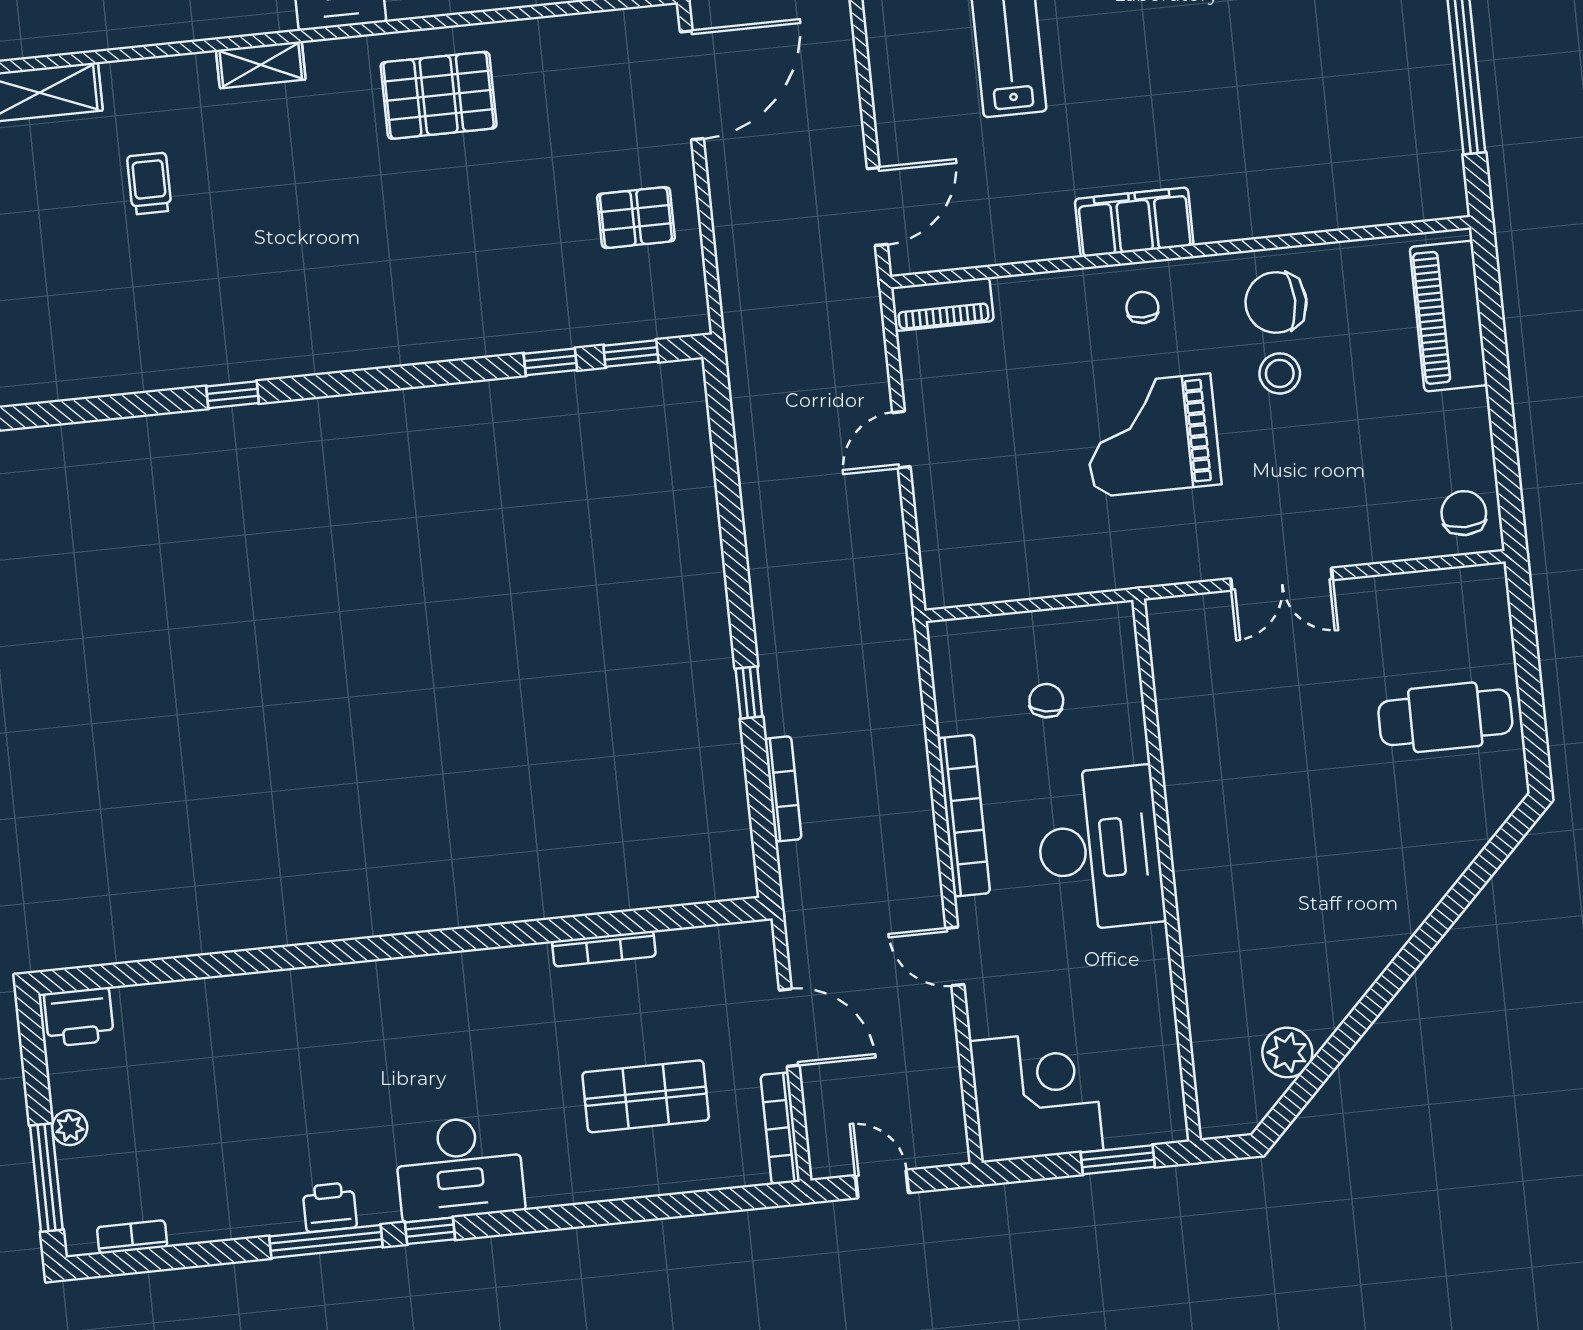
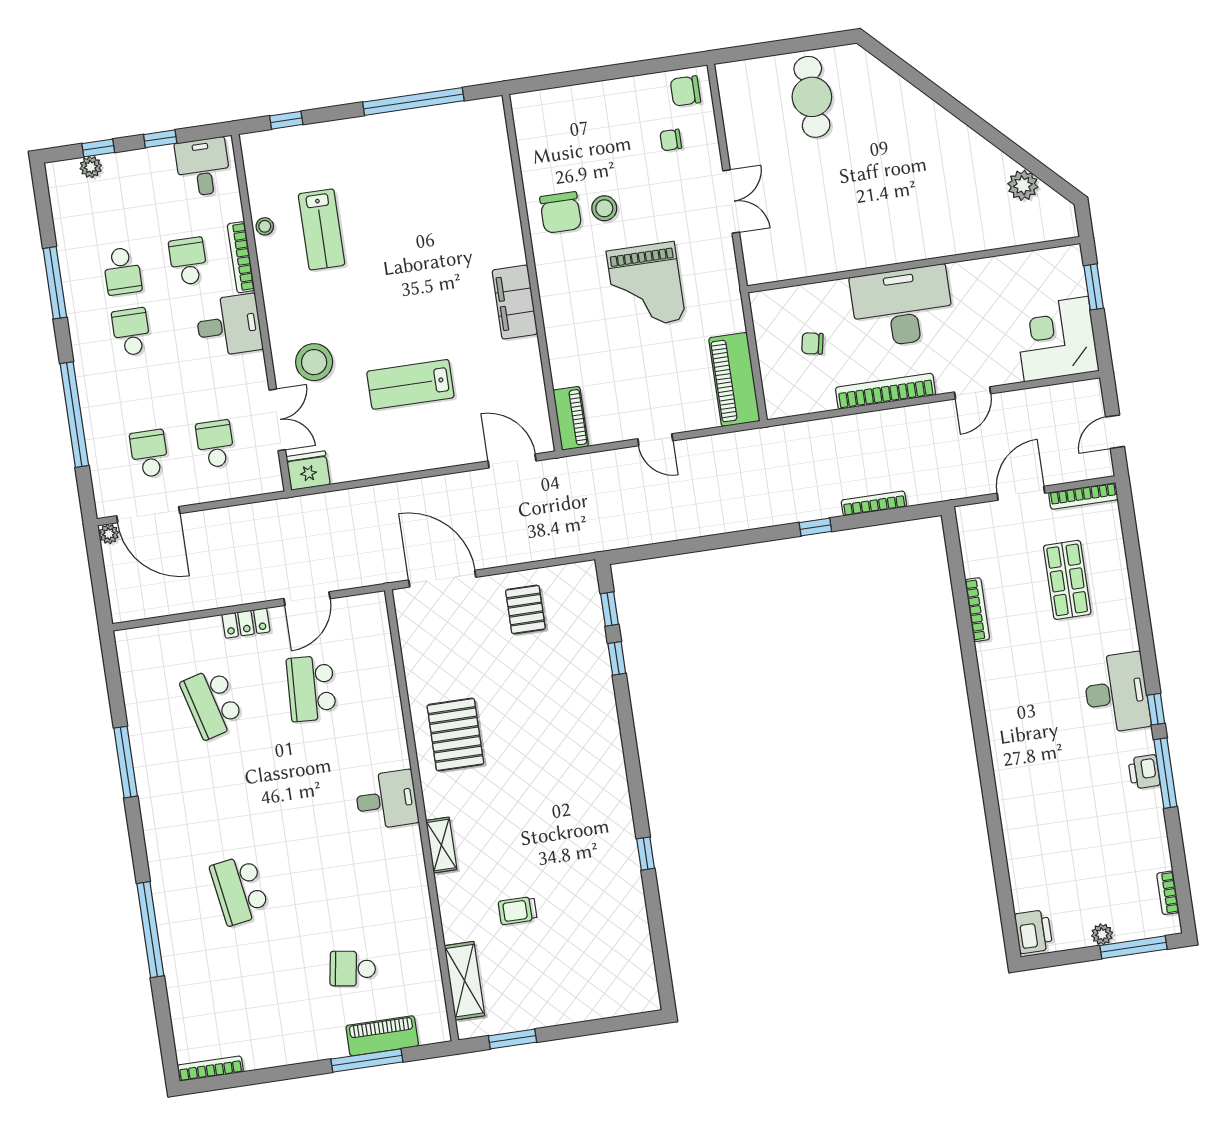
chair: (1142, 307) -> (671, 140), moved
piano: (1449, 316) -> (734, 379), moved, turned 90

